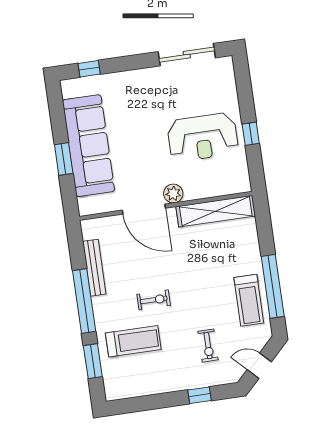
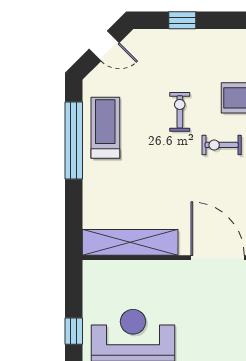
plant: (173, 194) -> (179, 272), removed
exercise bike: (208, 346) -> (180, 112), moved

